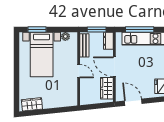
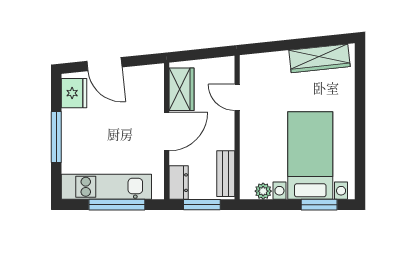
door: (114, 67) -> (167, 131), hinge flipped
door: (79, 71) -> (237, 97), moved
door: (133, 102) -> (104, 64), moved
wardrobe: (32, 104) -> (320, 58), width x1.50

